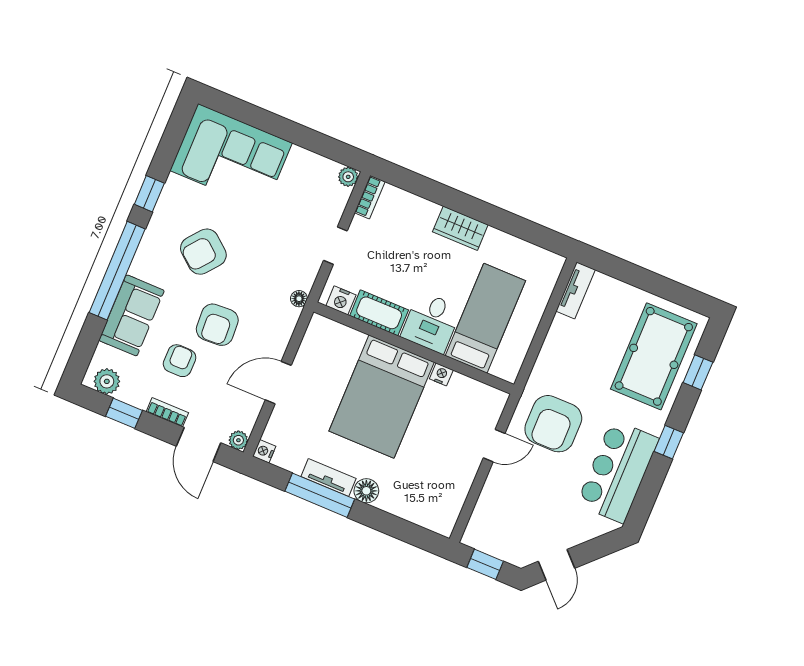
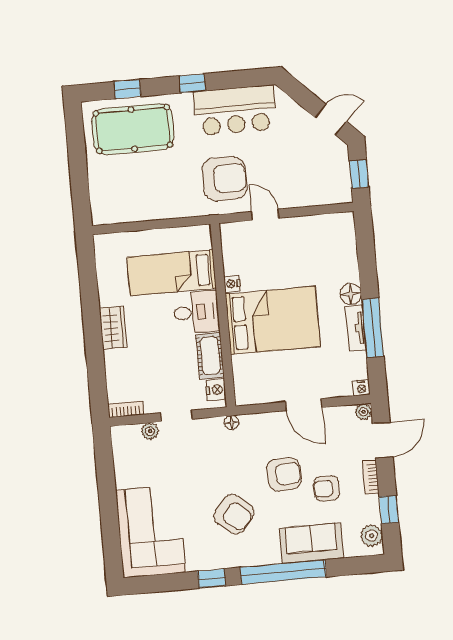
plant: (348, 177) -> (150, 431), moved
tv unit: (576, 290) -> (114, 215), removed

